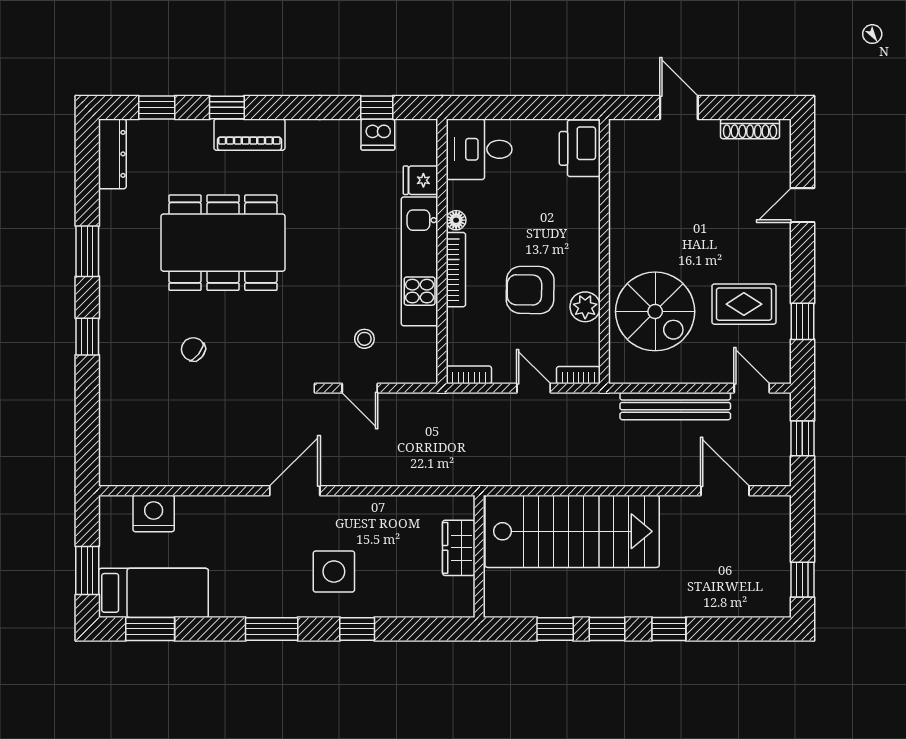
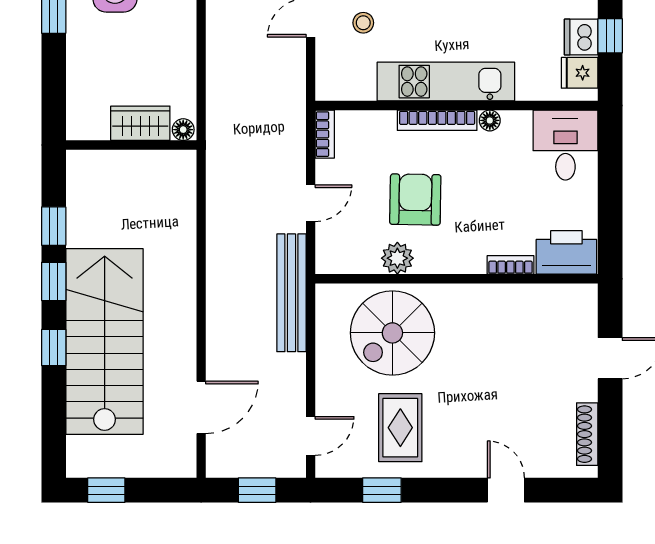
fridge: (421, 180) -> (580, 73), moved, turned -90
bookcase: (578, 375) -> (510, 265), moved, turned -90
bench: (675, 406) -> (291, 293), moved
floor lamp: (465, 508) -> (183, 130), added
stairs: (572, 531) -> (105, 341), moved, turned 180

